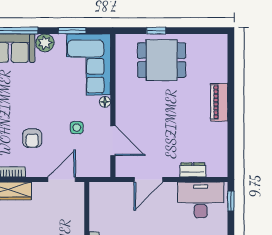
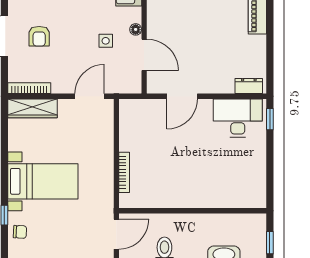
floor lamp: (105, 102) -> (136, 29), moved
armchair: (32, 138) -> (39, 36), moved
dresser: (193, 170) -> (249, 86), moved

